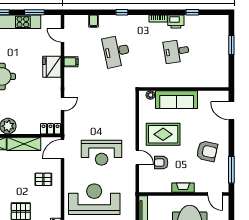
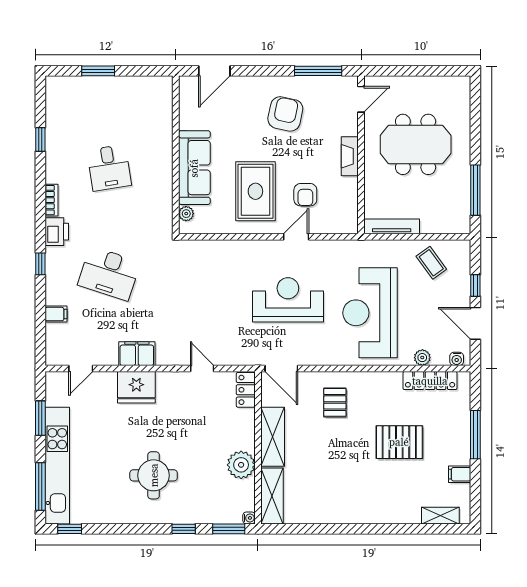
printer: (176, 22) -> (57, 232), moved
desk: (116, 51) -> (109, 274), turned 30
filing cabinet: (71, 62) -> (137, 354), width x2.00
reception desk: (102, 153) -> (288, 300), turned -90

